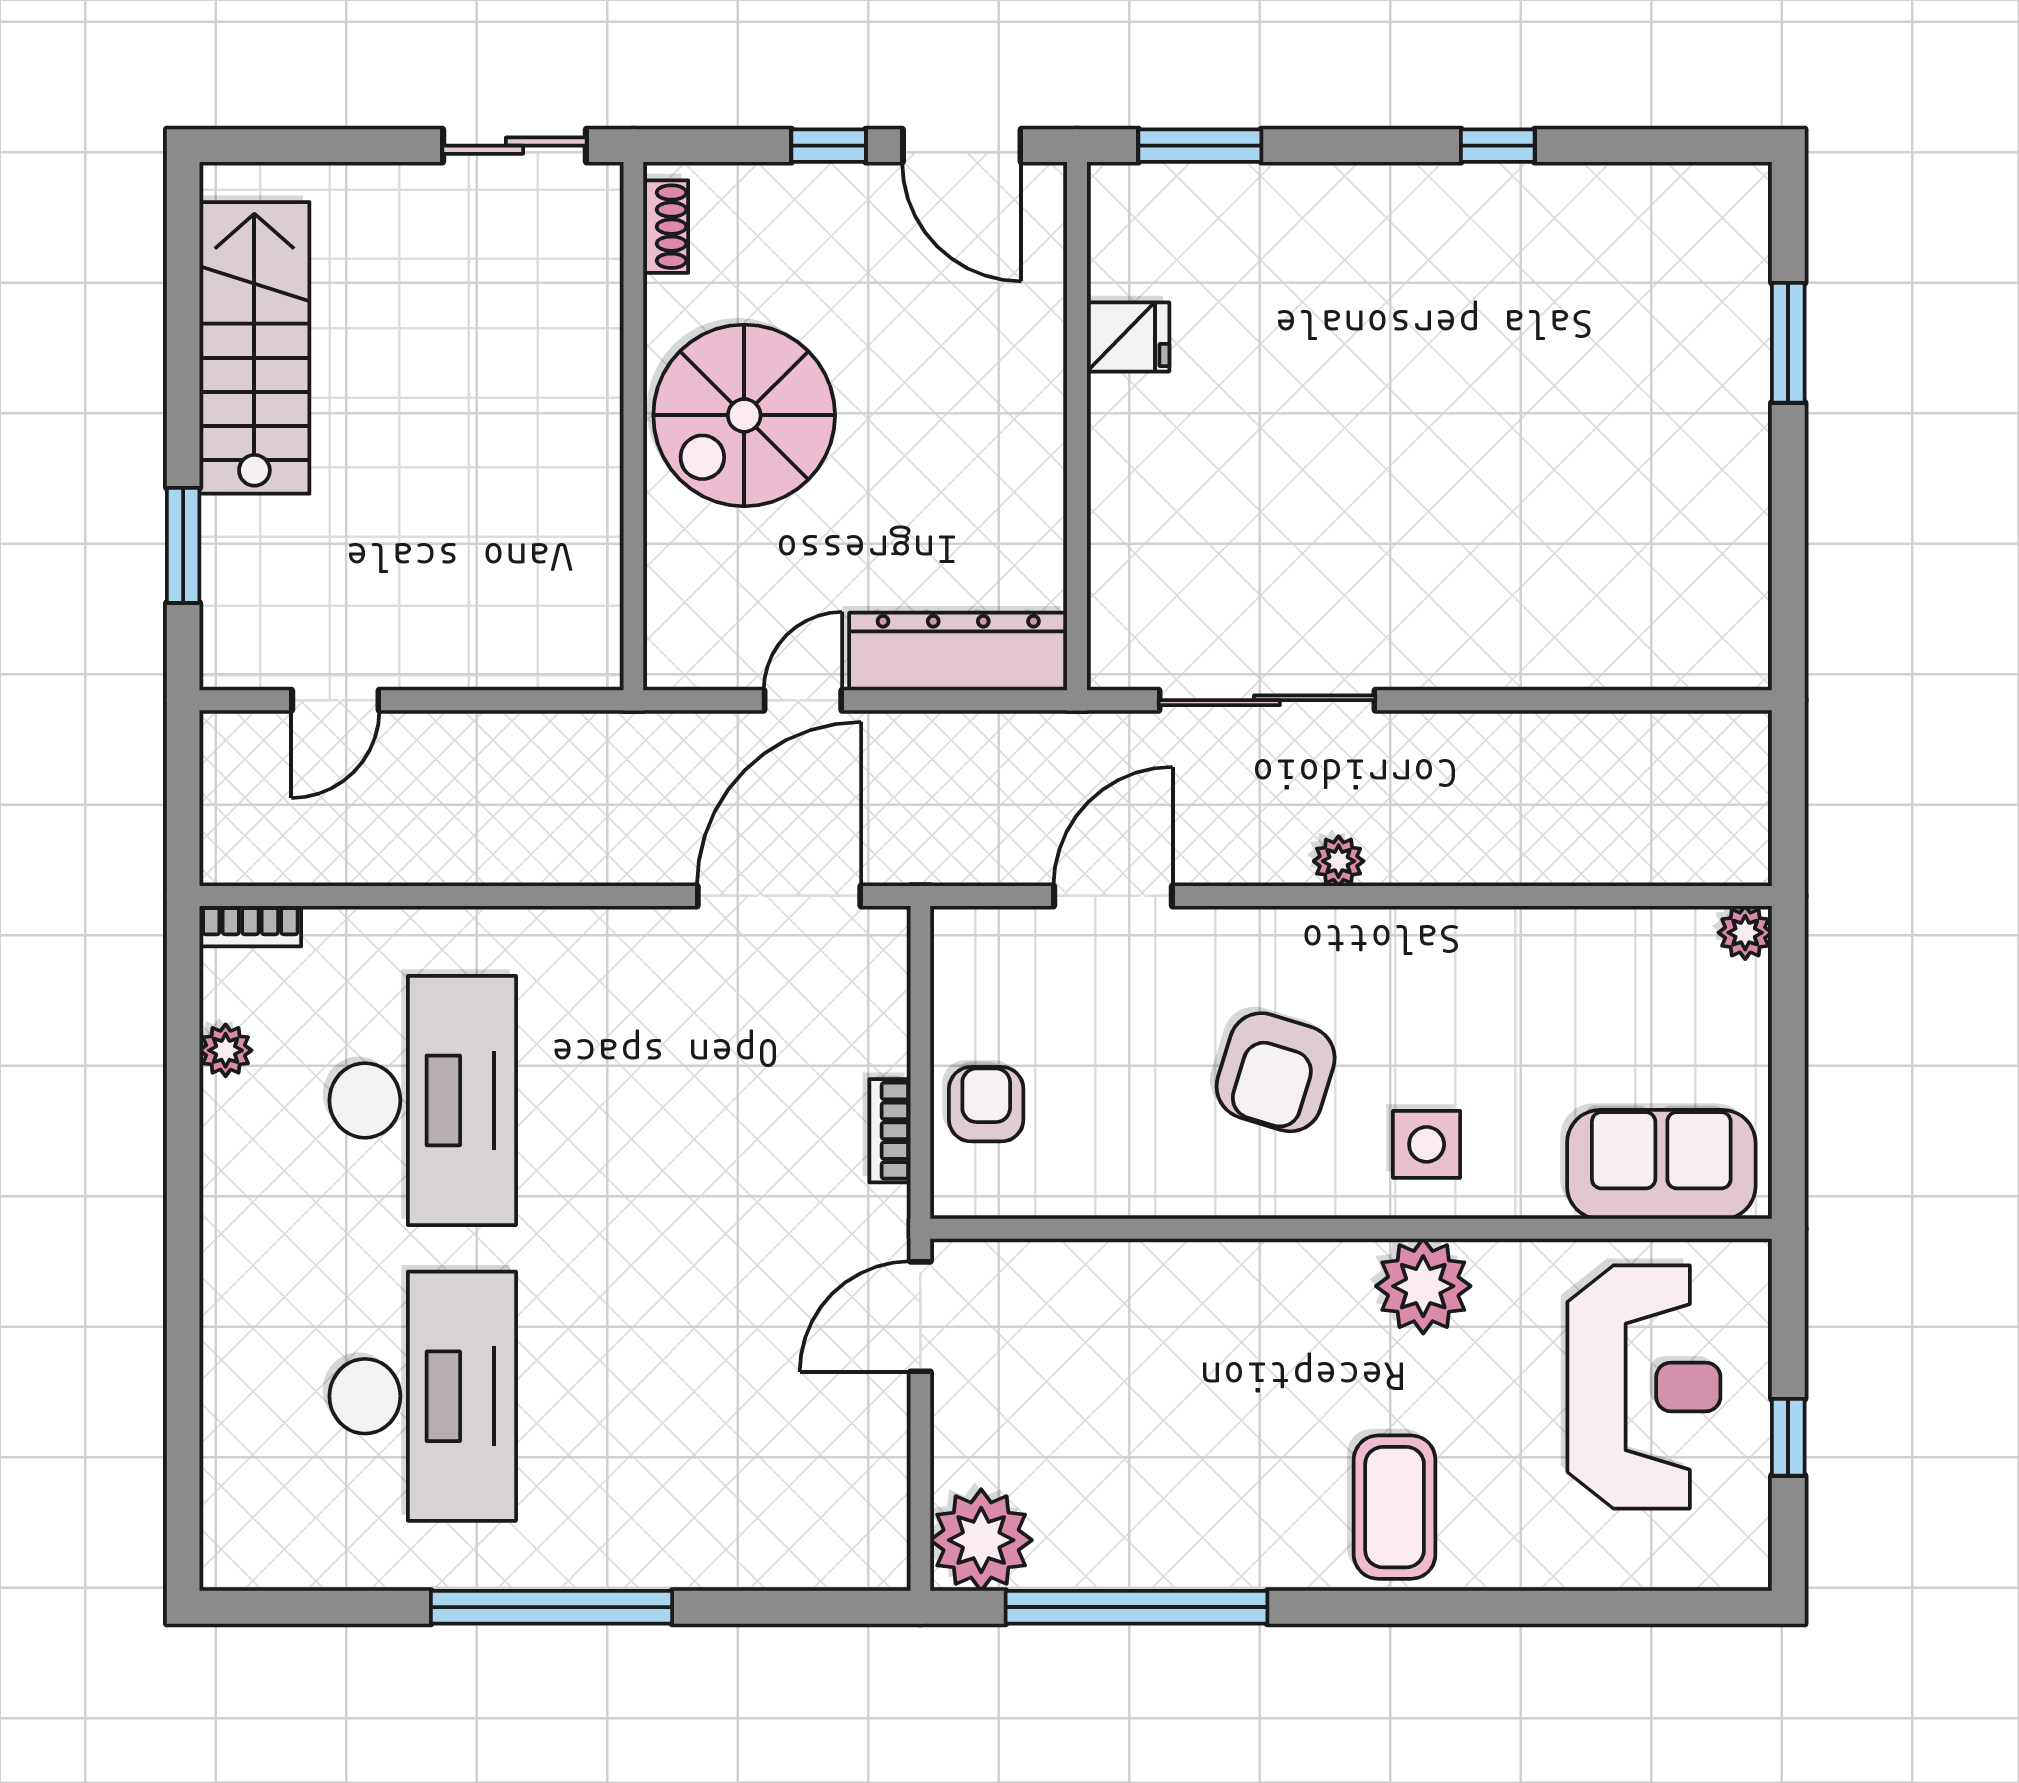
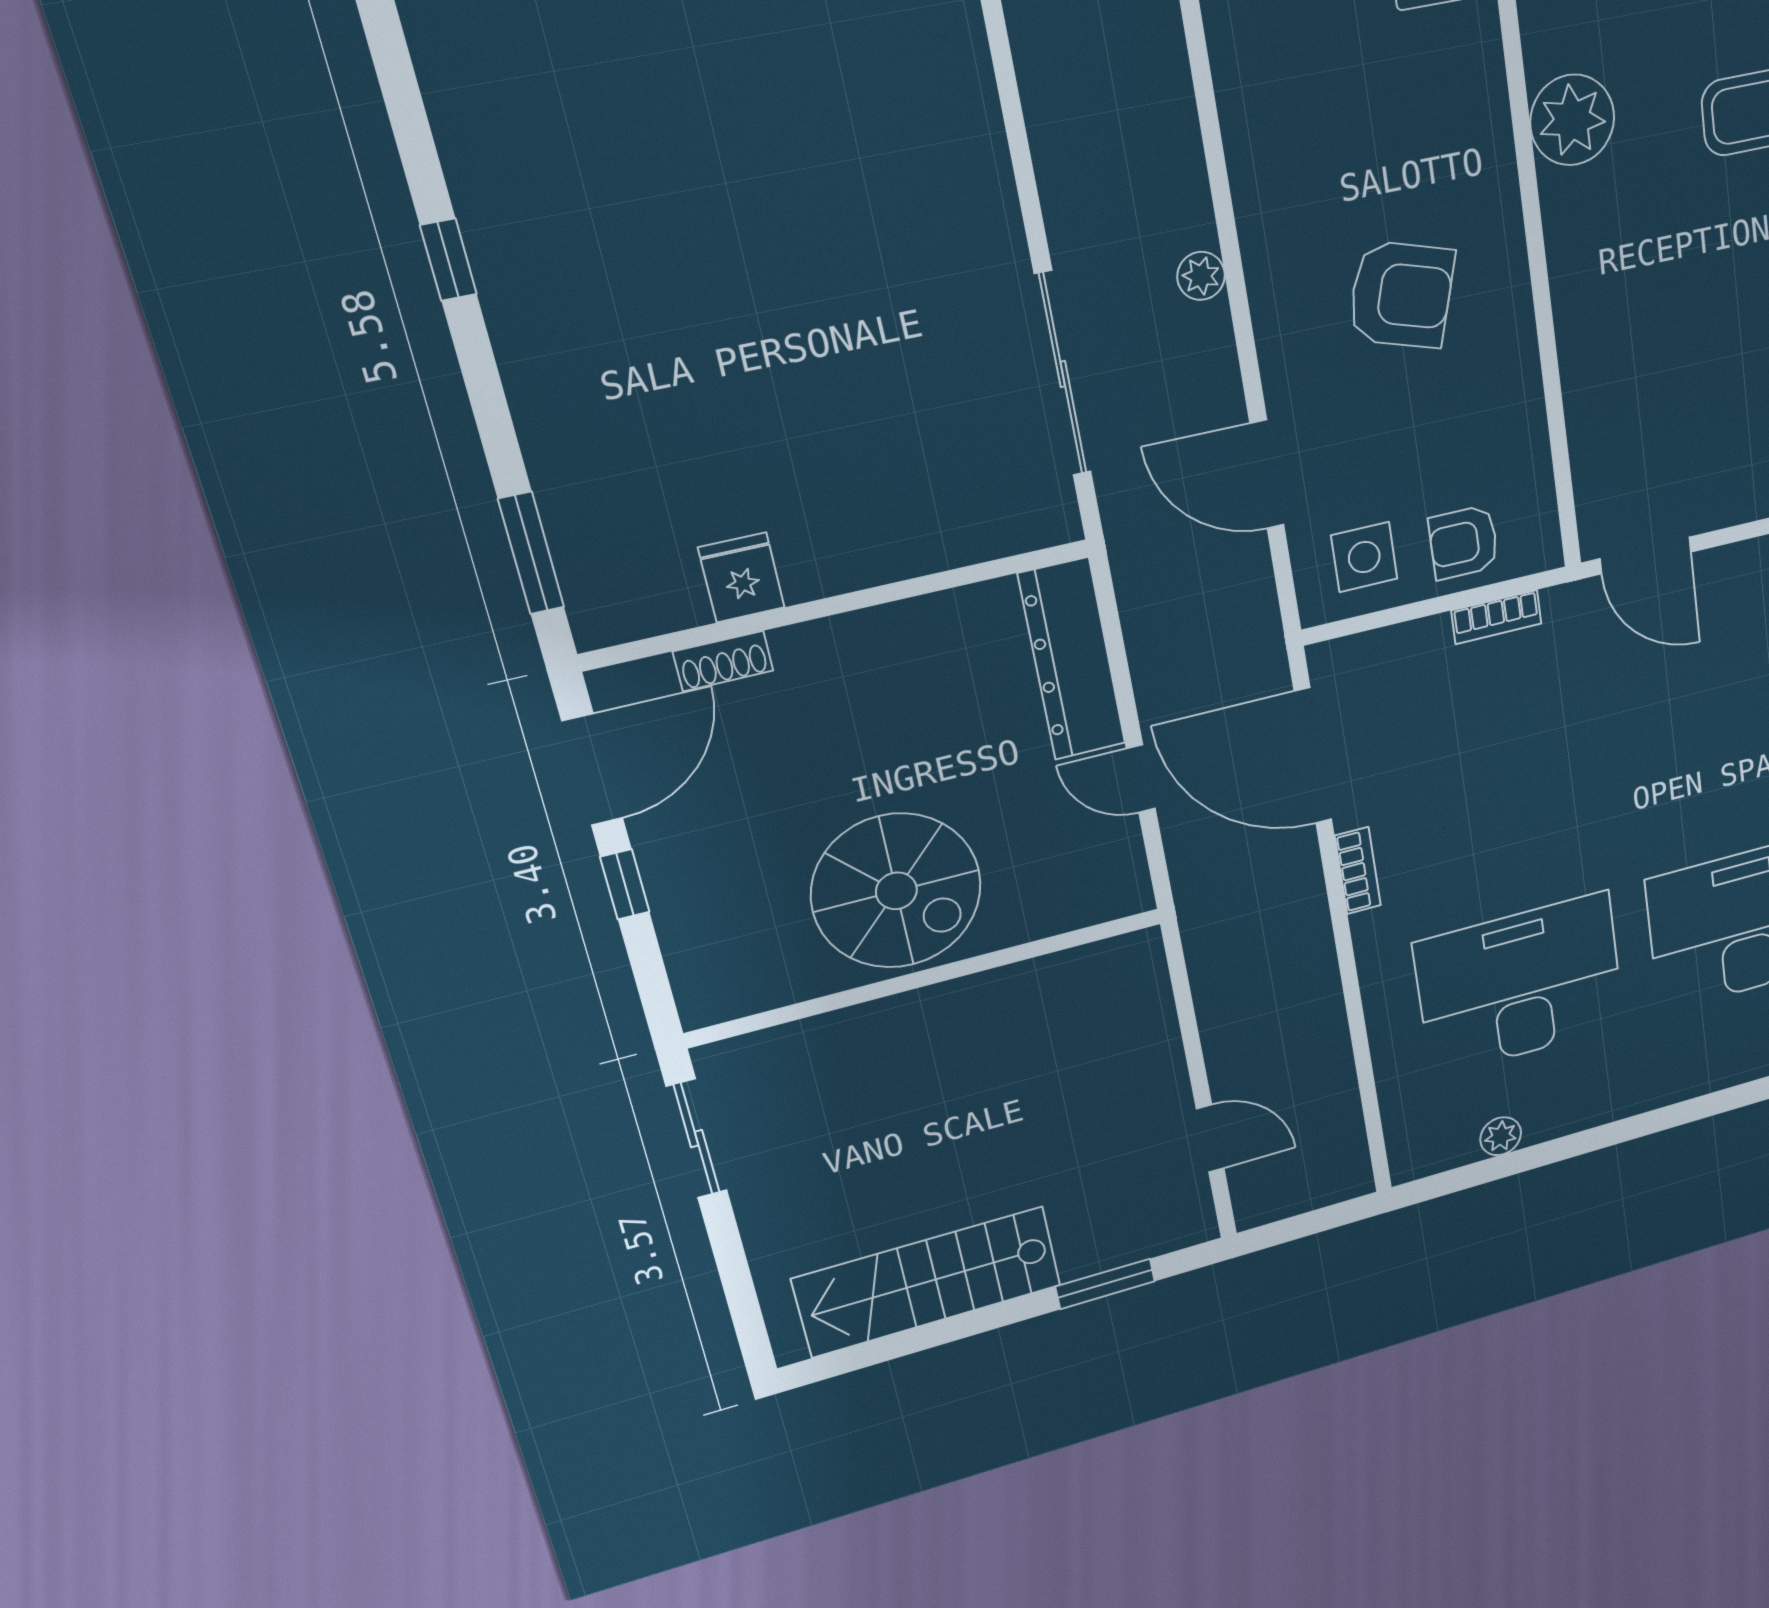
shoe rack: (666, 227) -> (723, 661), moved, turned 180
bookcase: (250, 926) -> (1358, 871), moved
side table: (1427, 1144) -> (1364, 557), moved

